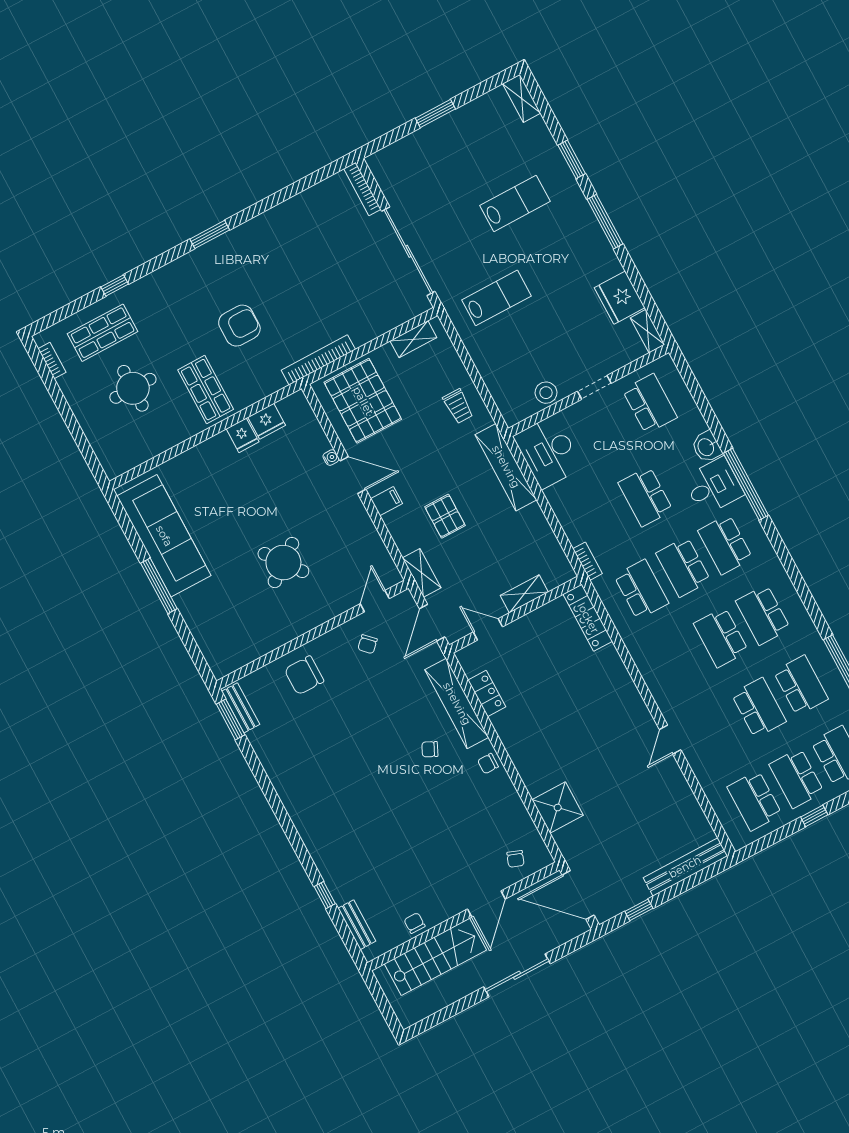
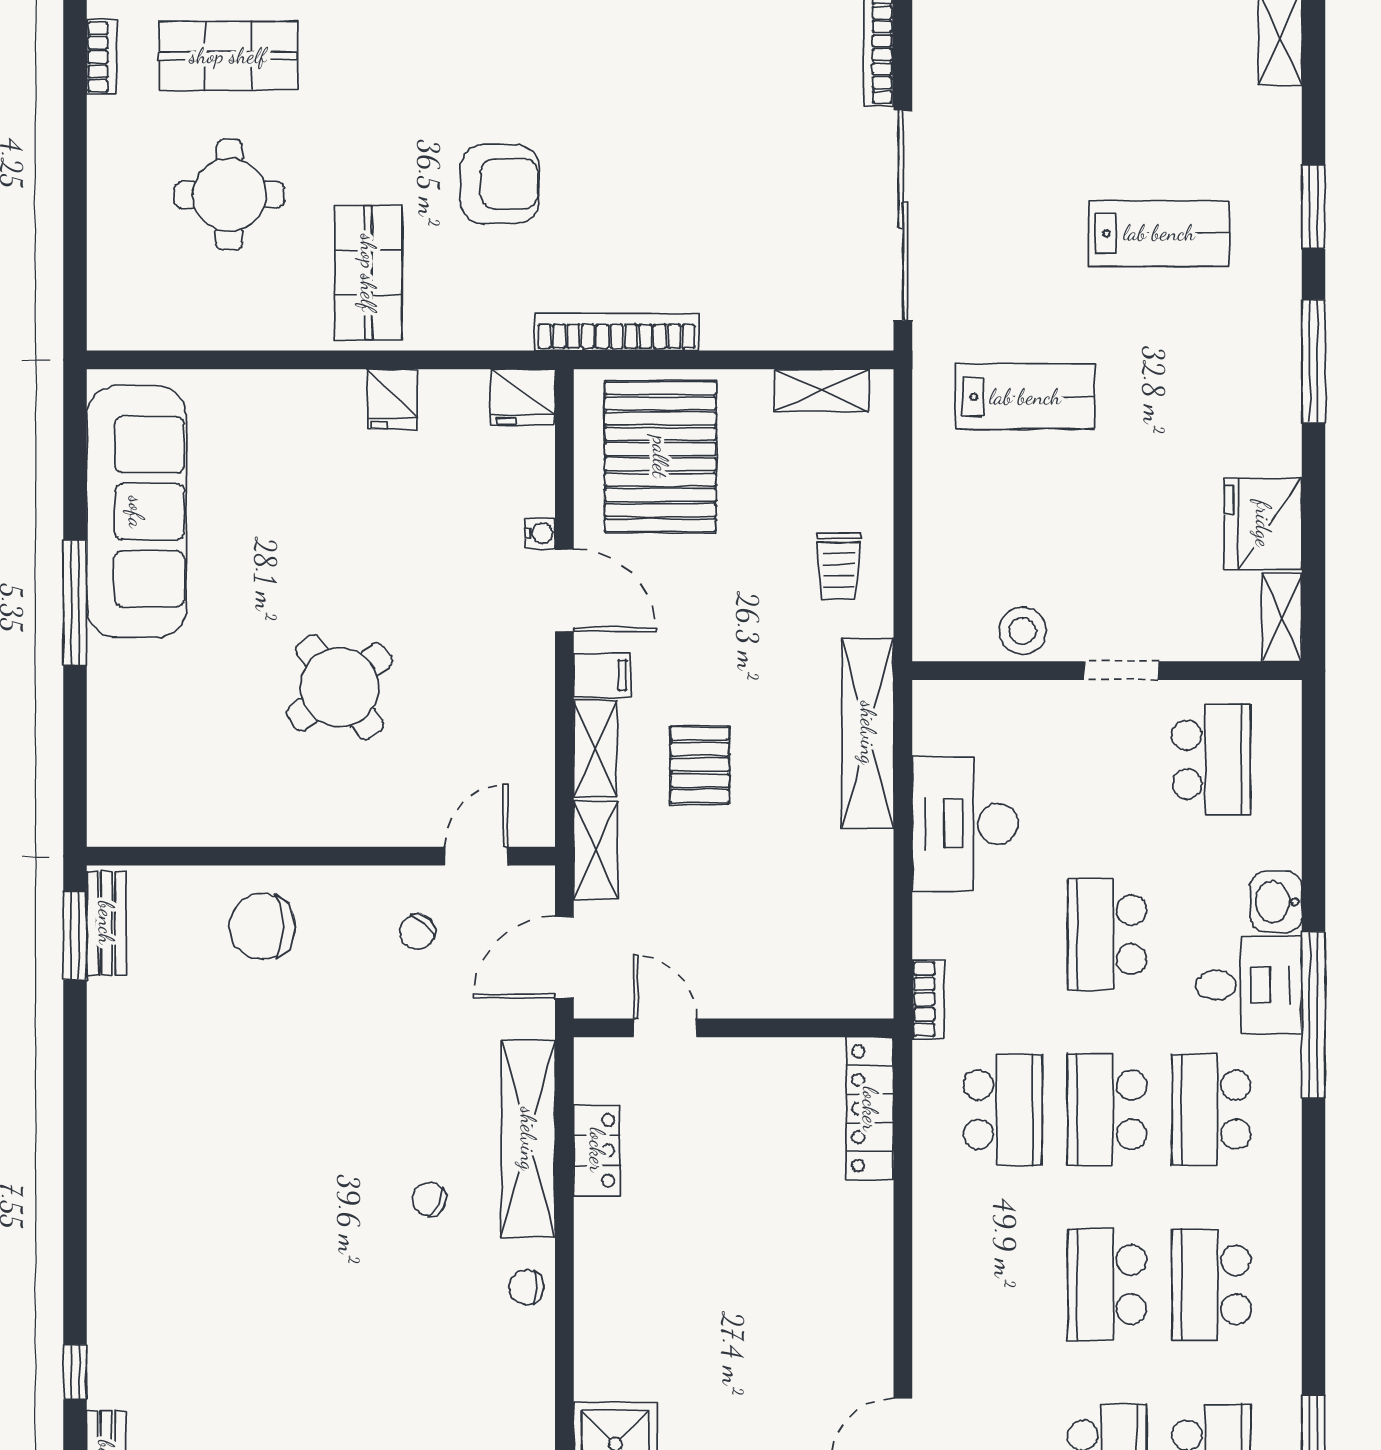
fridge: (267, 421) -> (523, 397), moved
desk: (548, 452) -> (965, 824), moved
shelving: (524, 594) -> (595, 749), moved, turned 90

